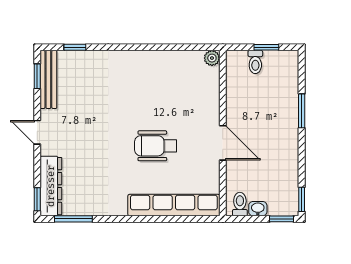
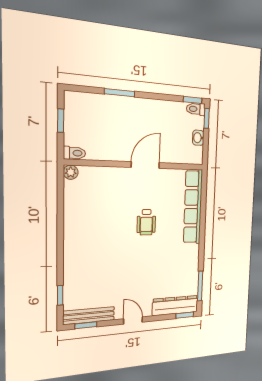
toilet: (255, 62) -> (74, 153), moved
door: (37, 132) -> (133, 320), swing flipped
wheelchair: (156, 146) -> (146, 222), width x0.73, depth x0.73
toilet: (240, 204) -> (196, 109), moved

